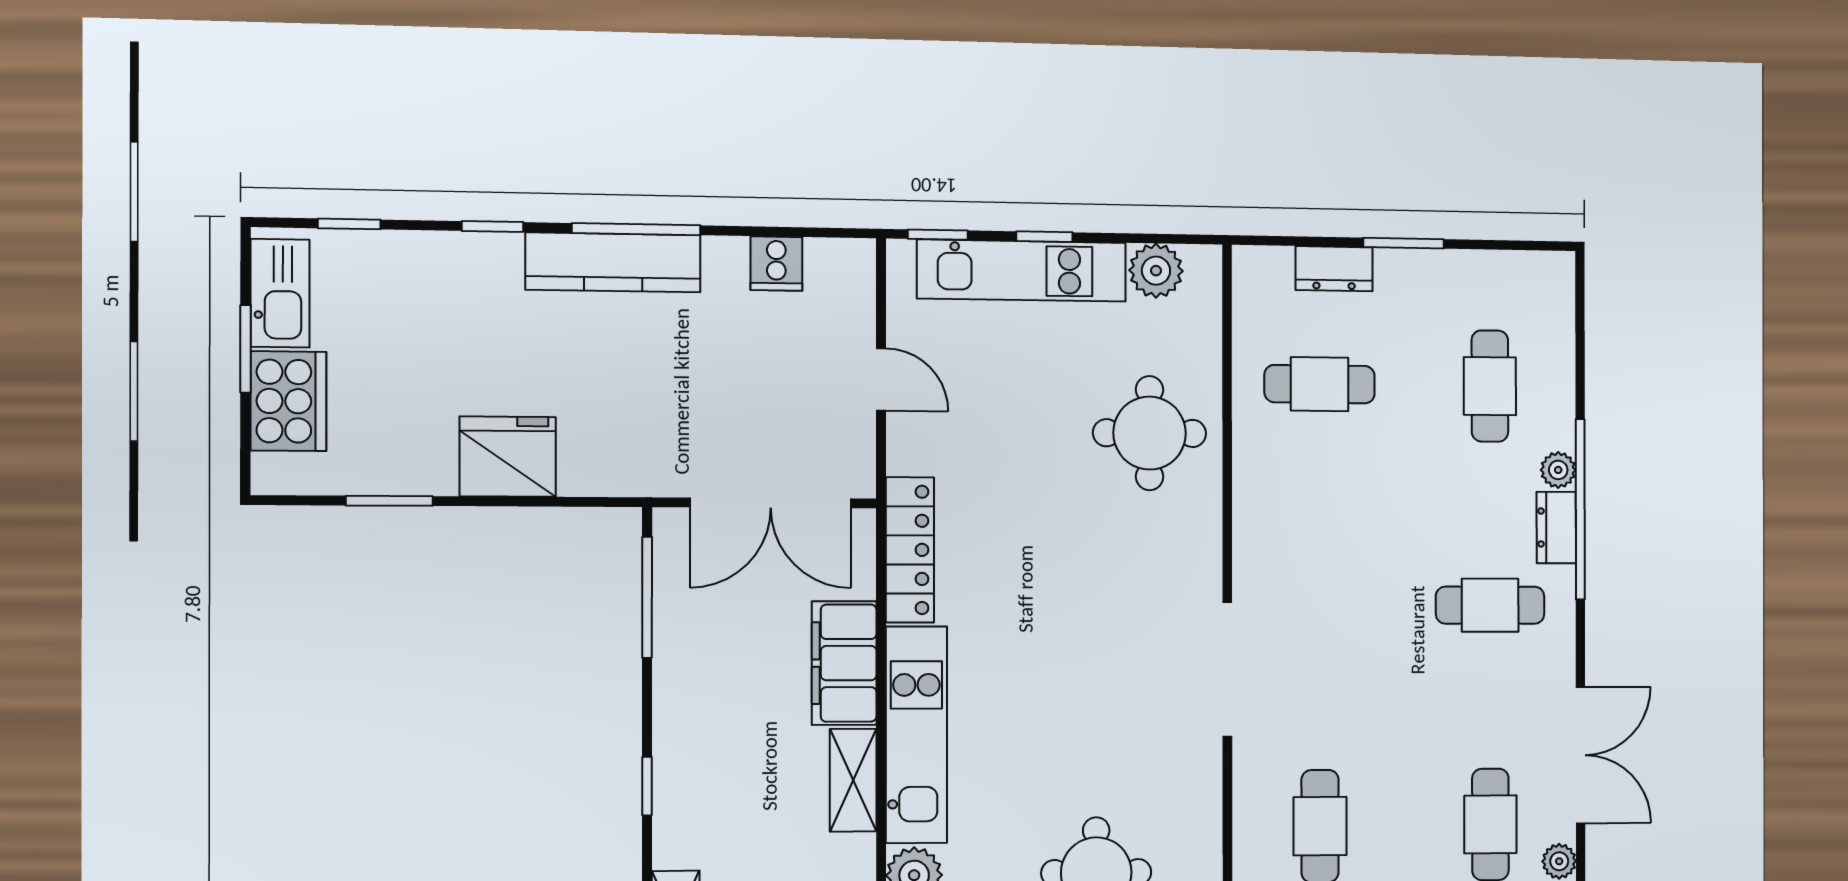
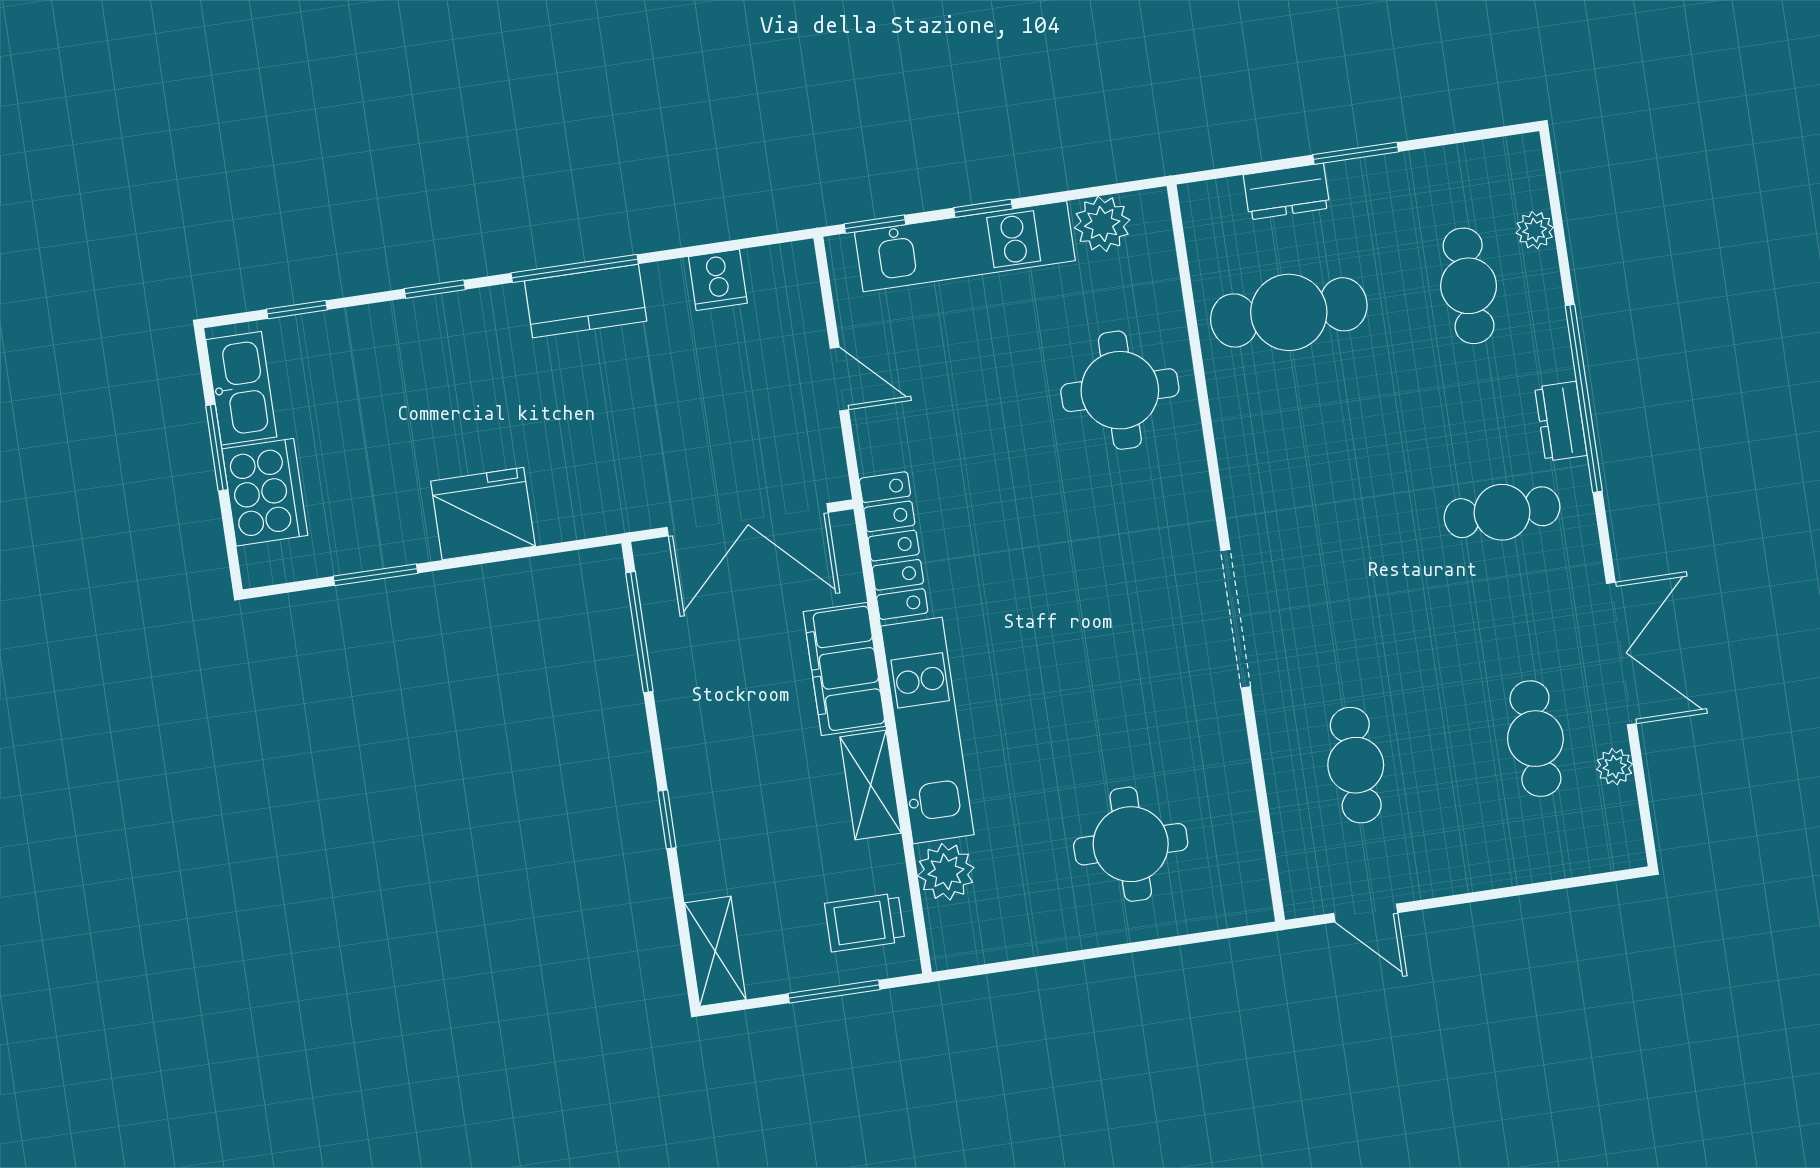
kitchen counter: (613, 262) -> (586, 301), width x0.67
cafe table: (1320, 384) -> (1289, 312), width x1.37, depth x1.35
plant: (1558, 470) -> (1535, 230), moved

